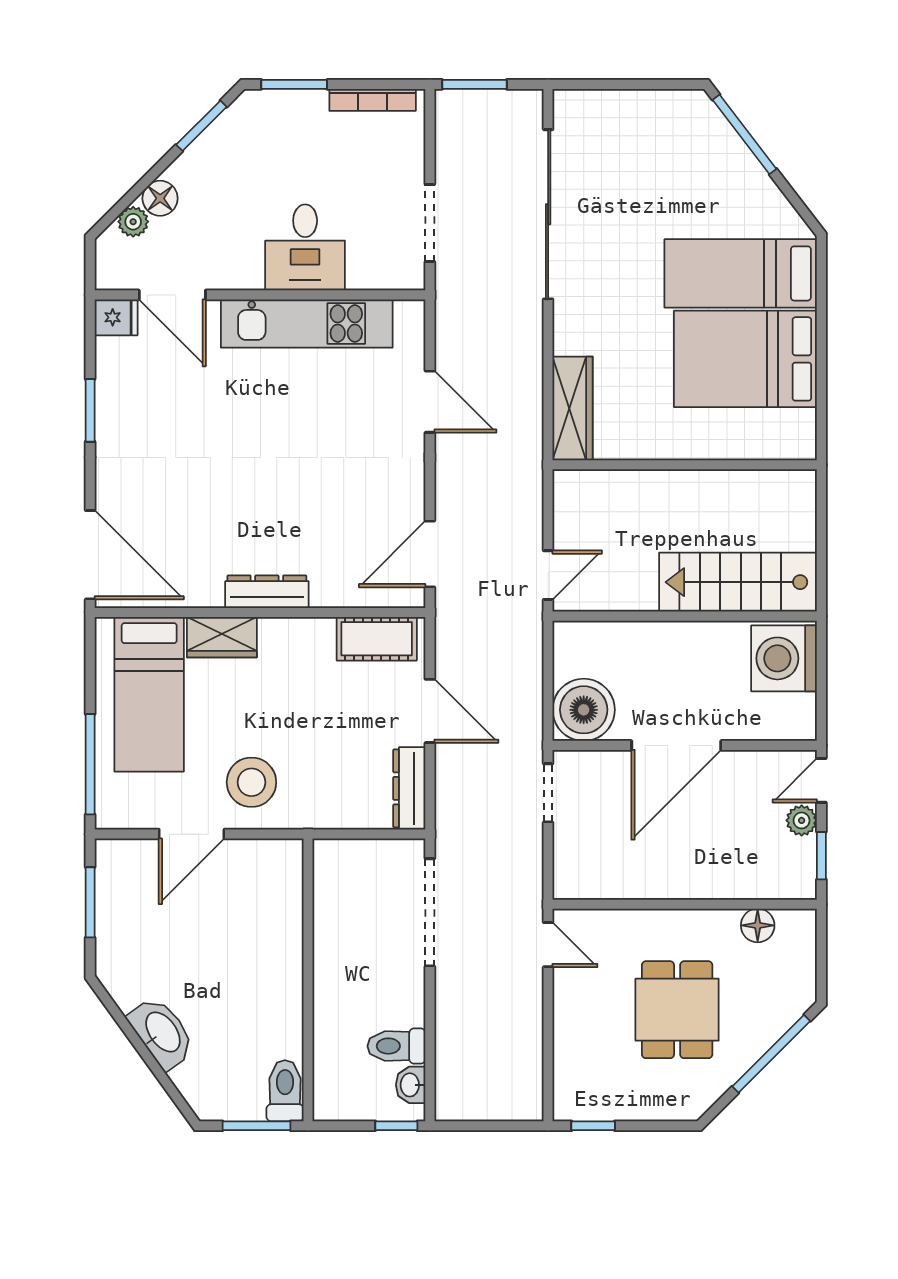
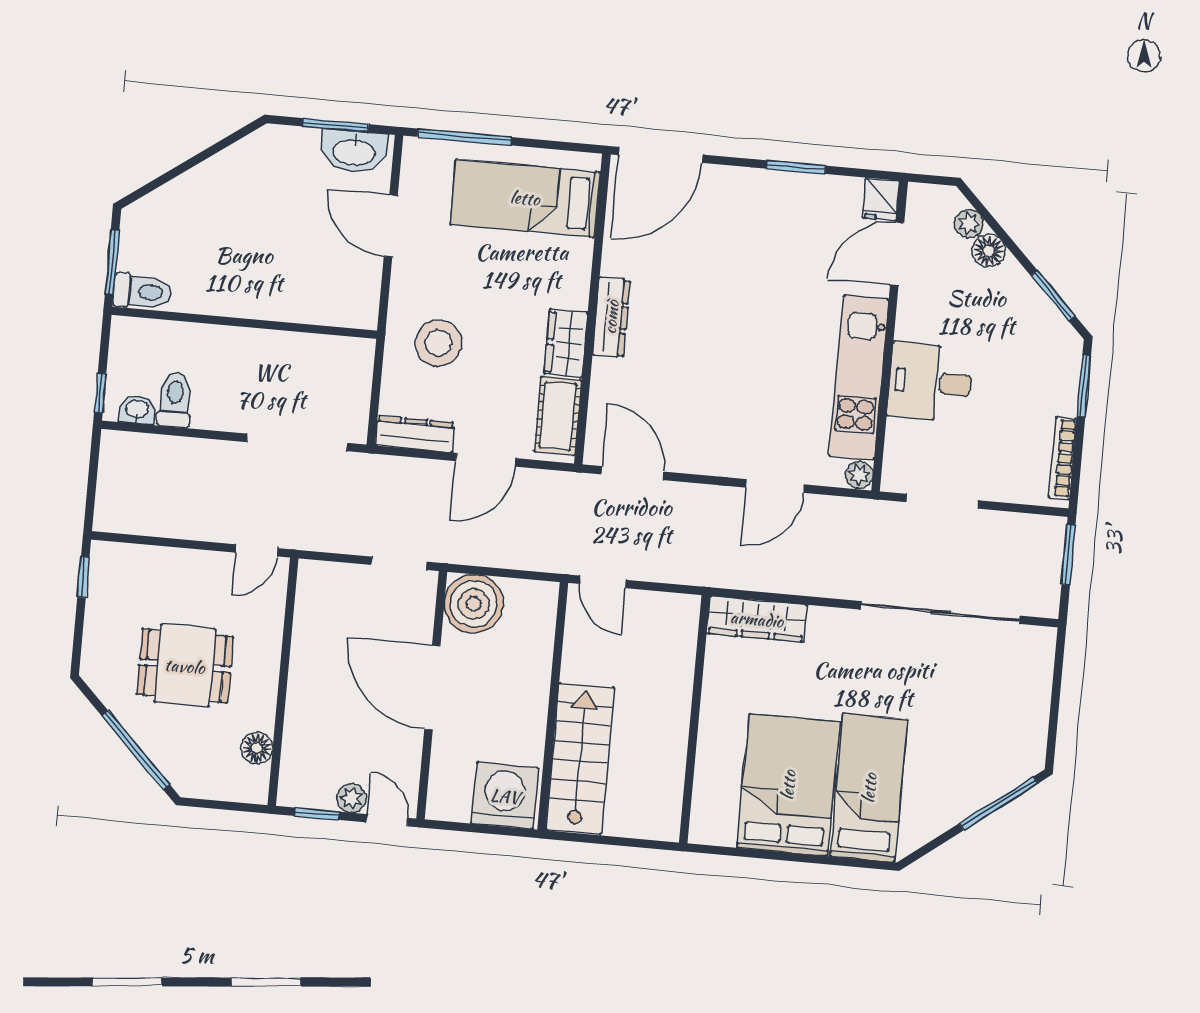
plant: (410, 314) -> (859, 475), added
wardrobe: (222, 637) -> (566, 343), moved
stool: (251, 782) -> (438, 343), moved
washbasin: (162, 1033) -> (354, 151), moved, turned 36

